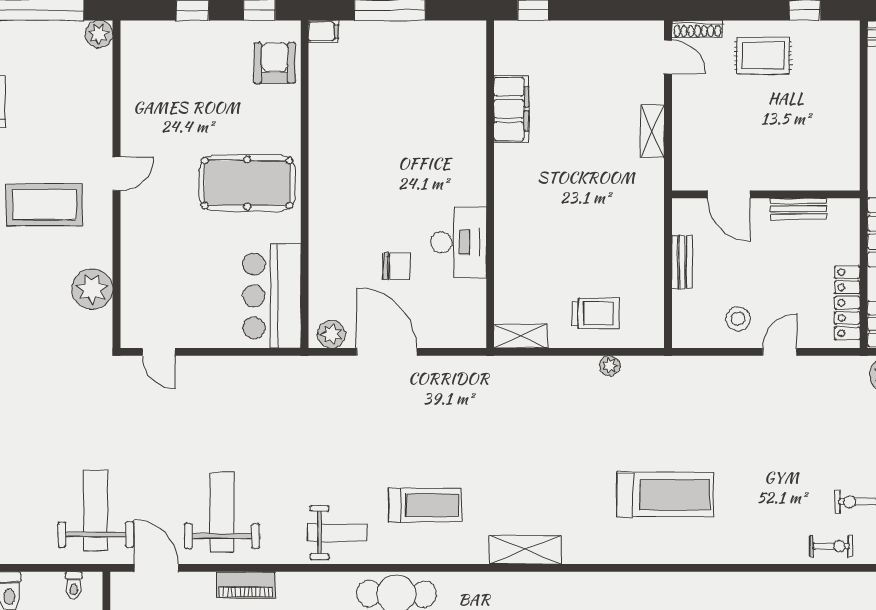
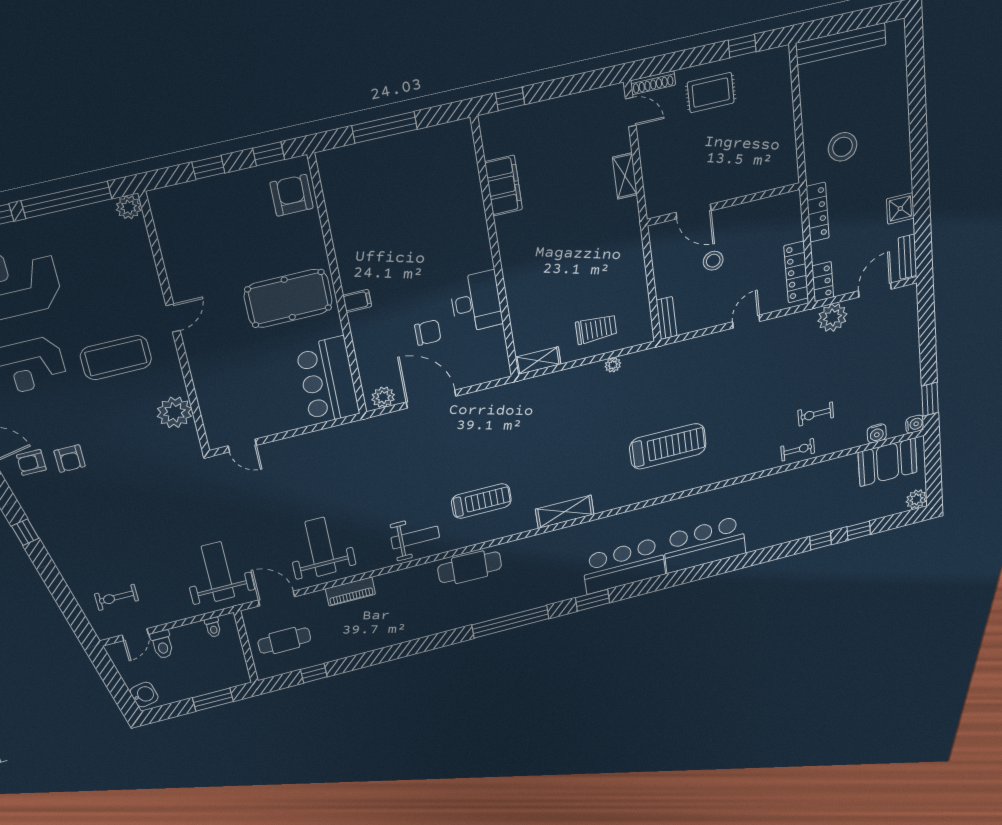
filing cabinet: (323, 31) -> (357, 301), moved
bench: (798, 209) -> (751, 209), removed
bench: (682, 262) -> (666, 318), moved
stool: (738, 319) -> (713, 261), moved

